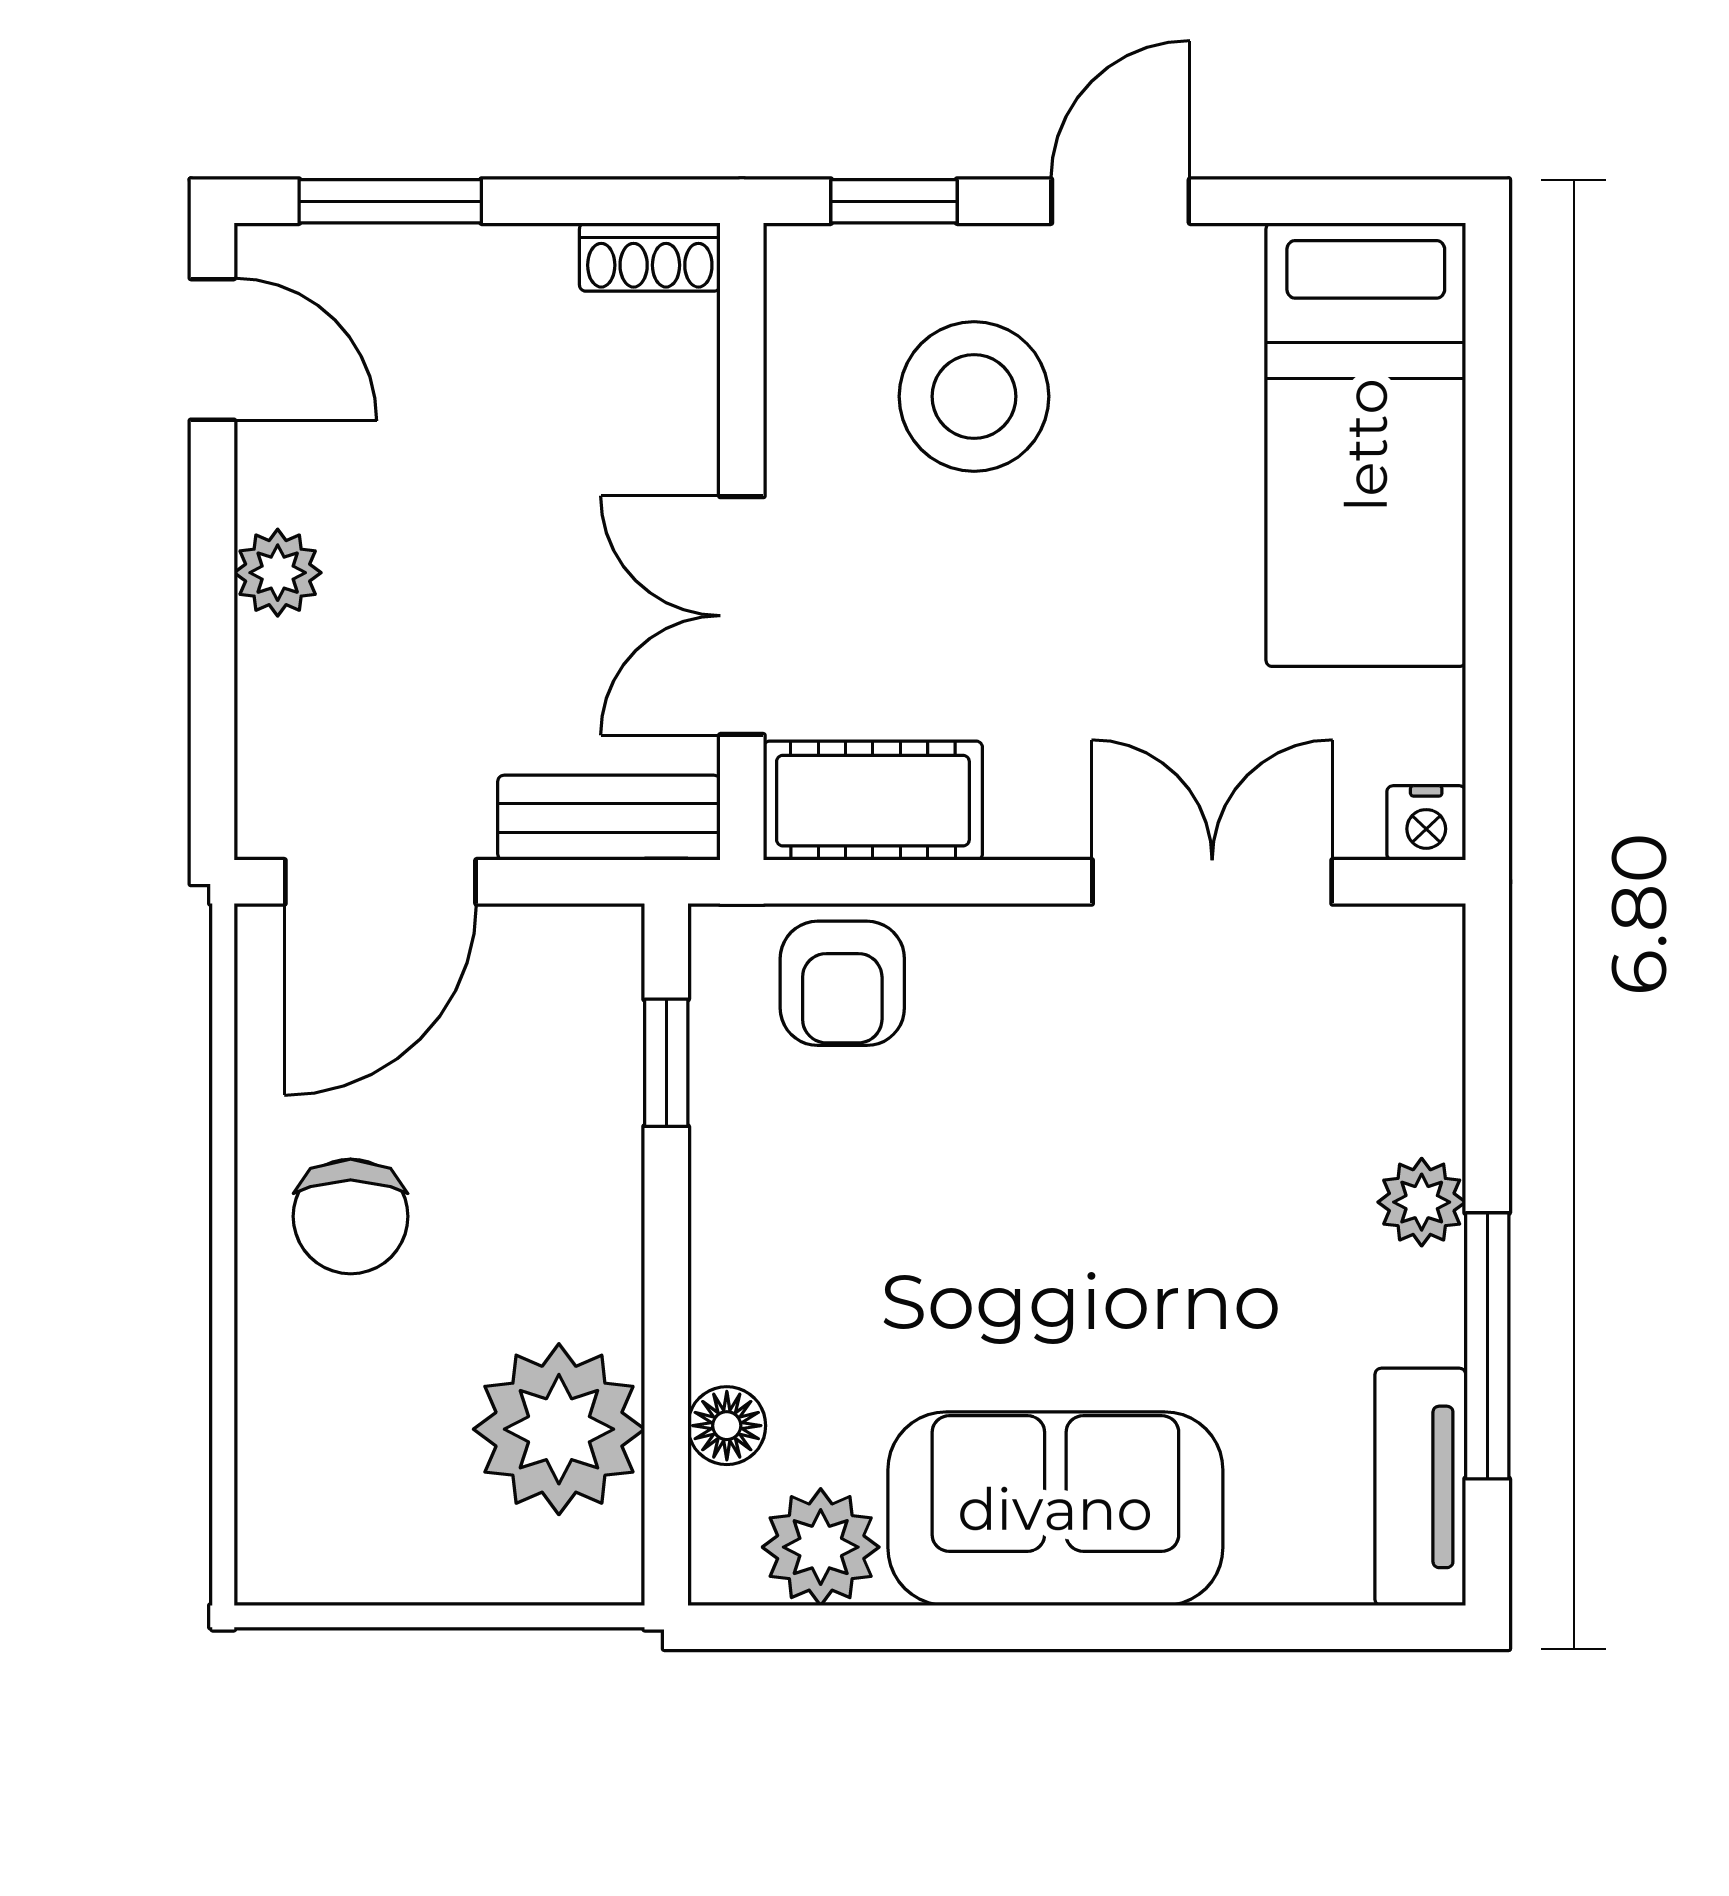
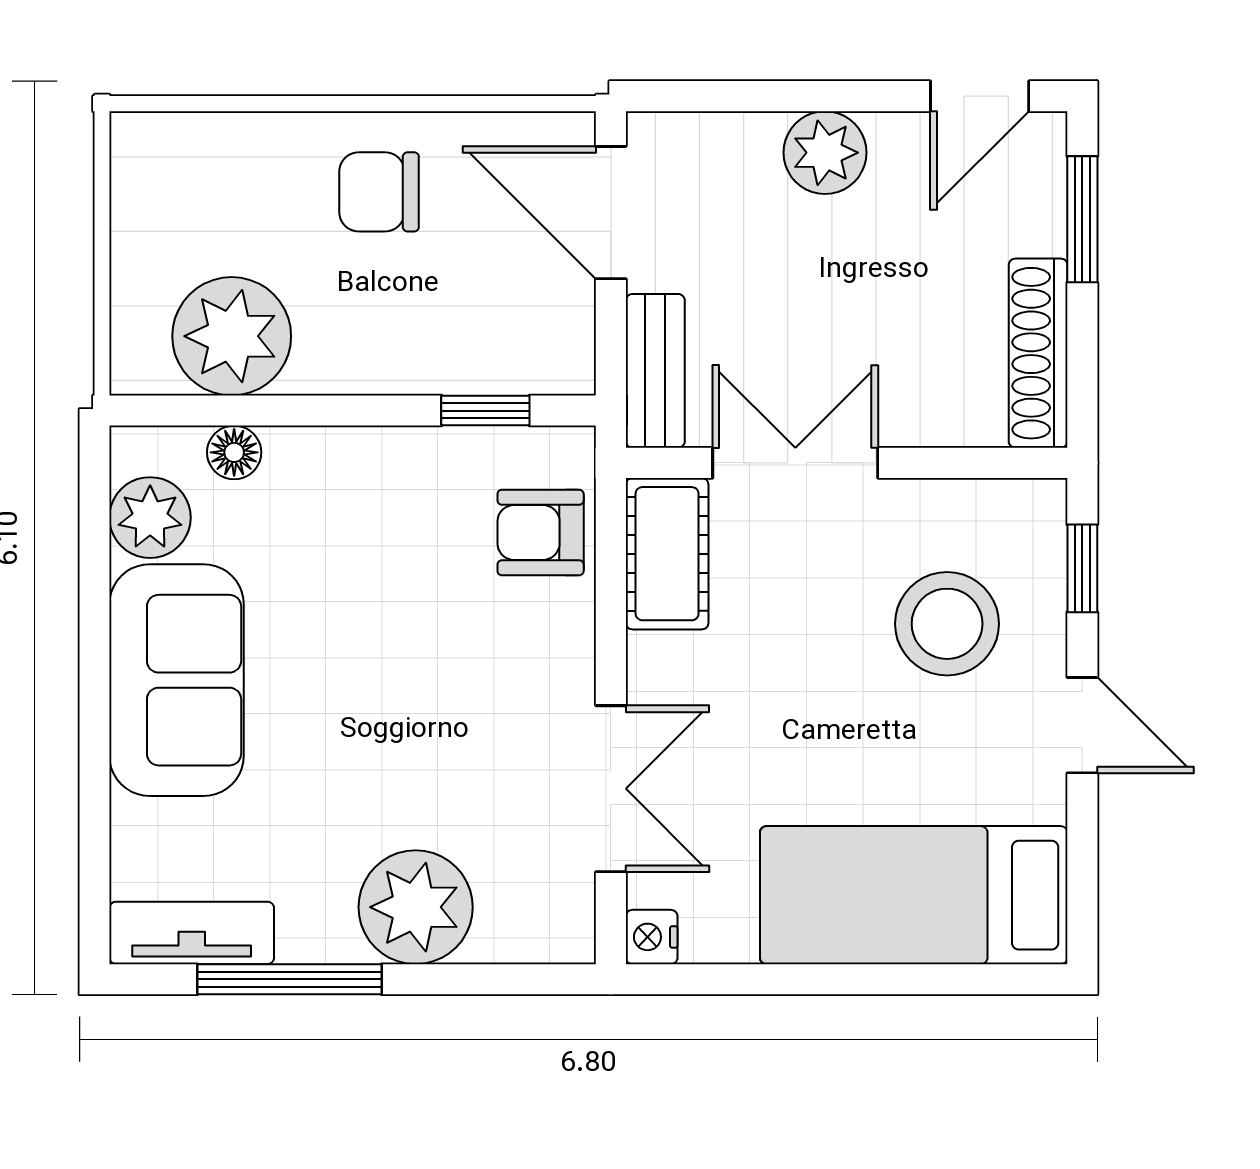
shoe rack: (650, 257) -> (1038, 353), width x1.94, depth x1.24
plant: (278, 573) -> (825, 153), width x1.38, depth x1.38
plant: (1422, 1202) -> (416, 907), width x1.87, depth x1.87

